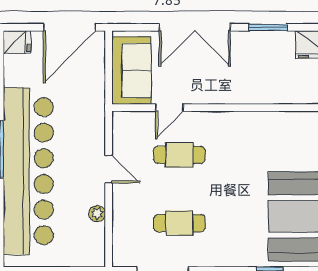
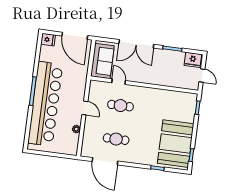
door: (70, 27) -> (75, 36), hinge flipped
door: (169, 108) -> (119, 82), swing flipped

